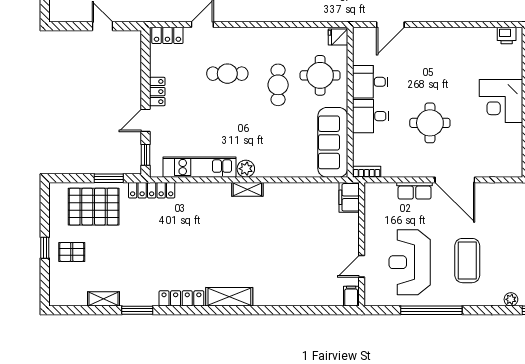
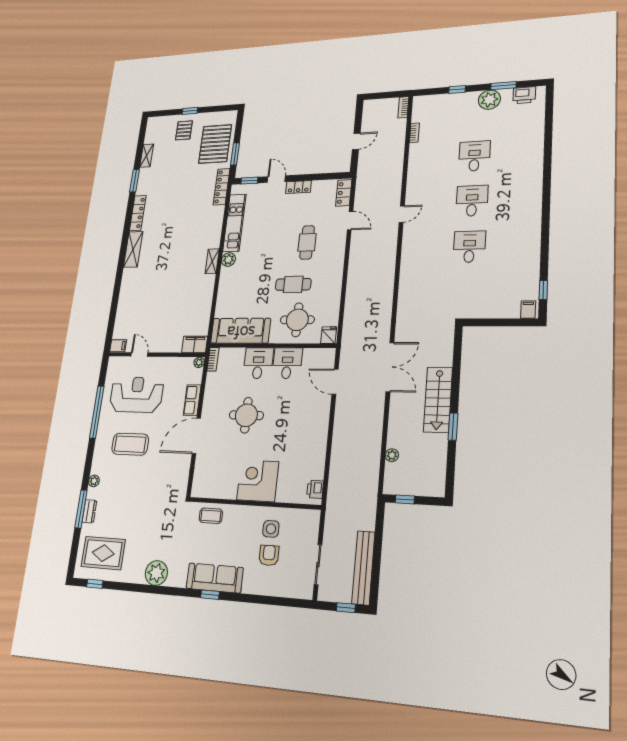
plant: (370, 189) -> (199, 362), added

